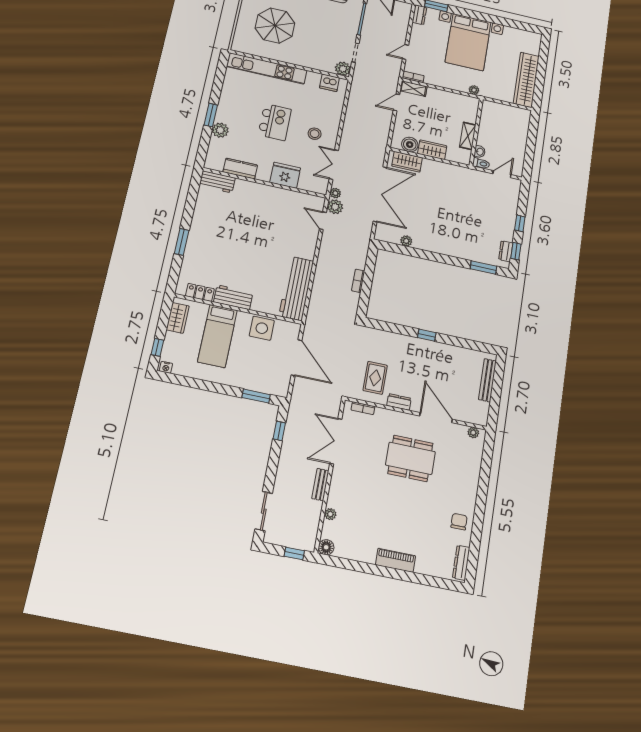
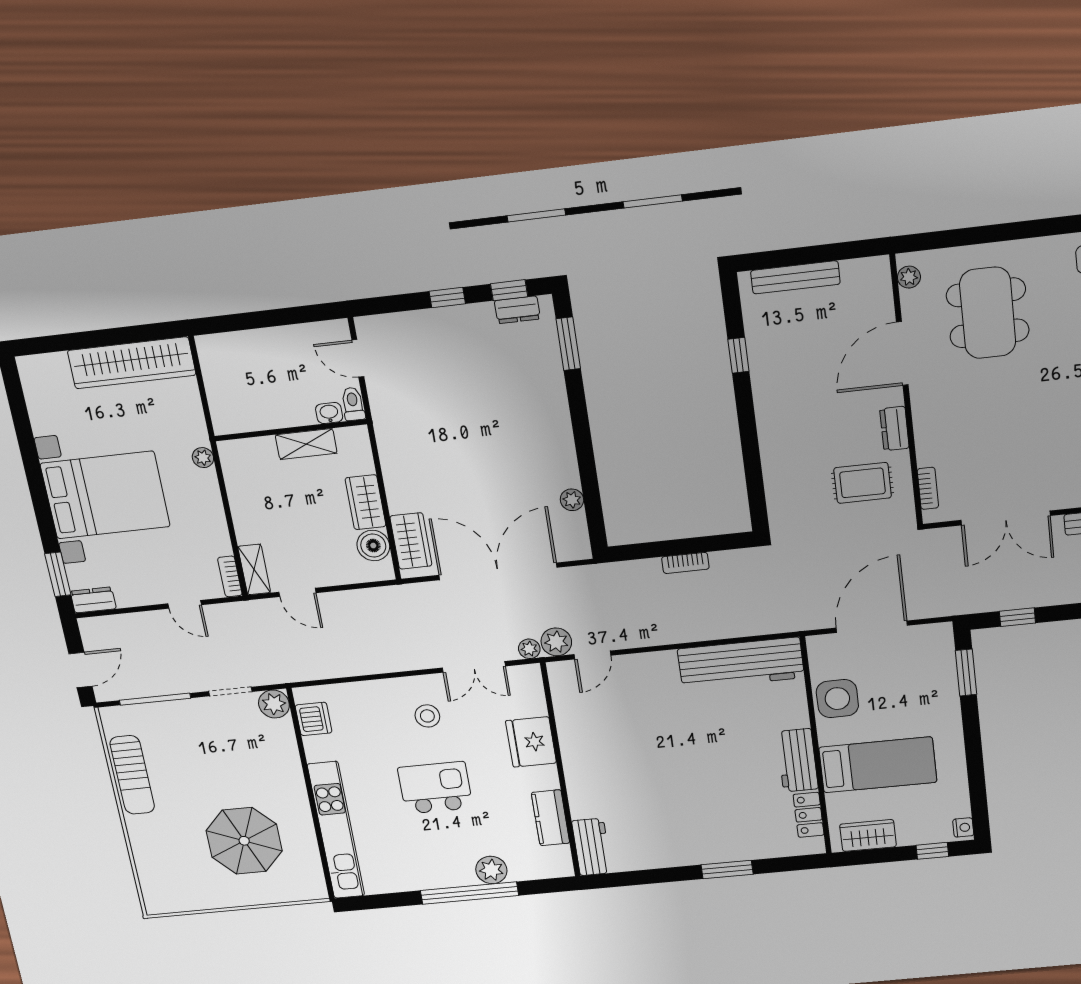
window: (211, 115) -> (469, 893), width x2.11
window: (427, 335) -> (738, 355), moved
dining table: (410, 458) -> (988, 313), moved

